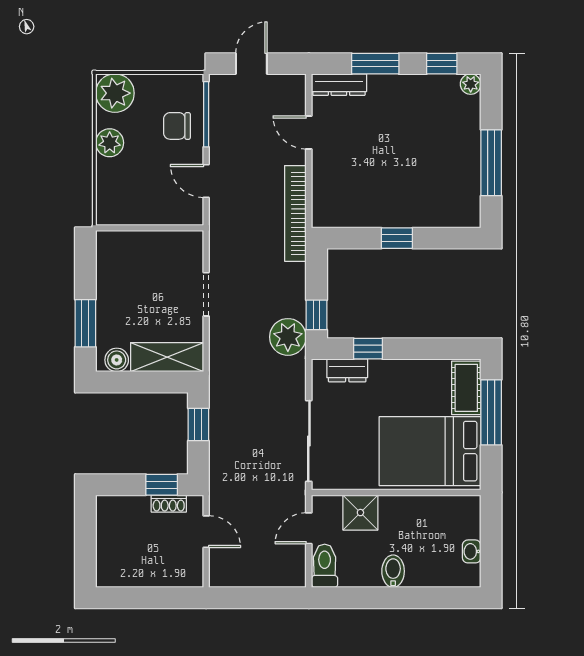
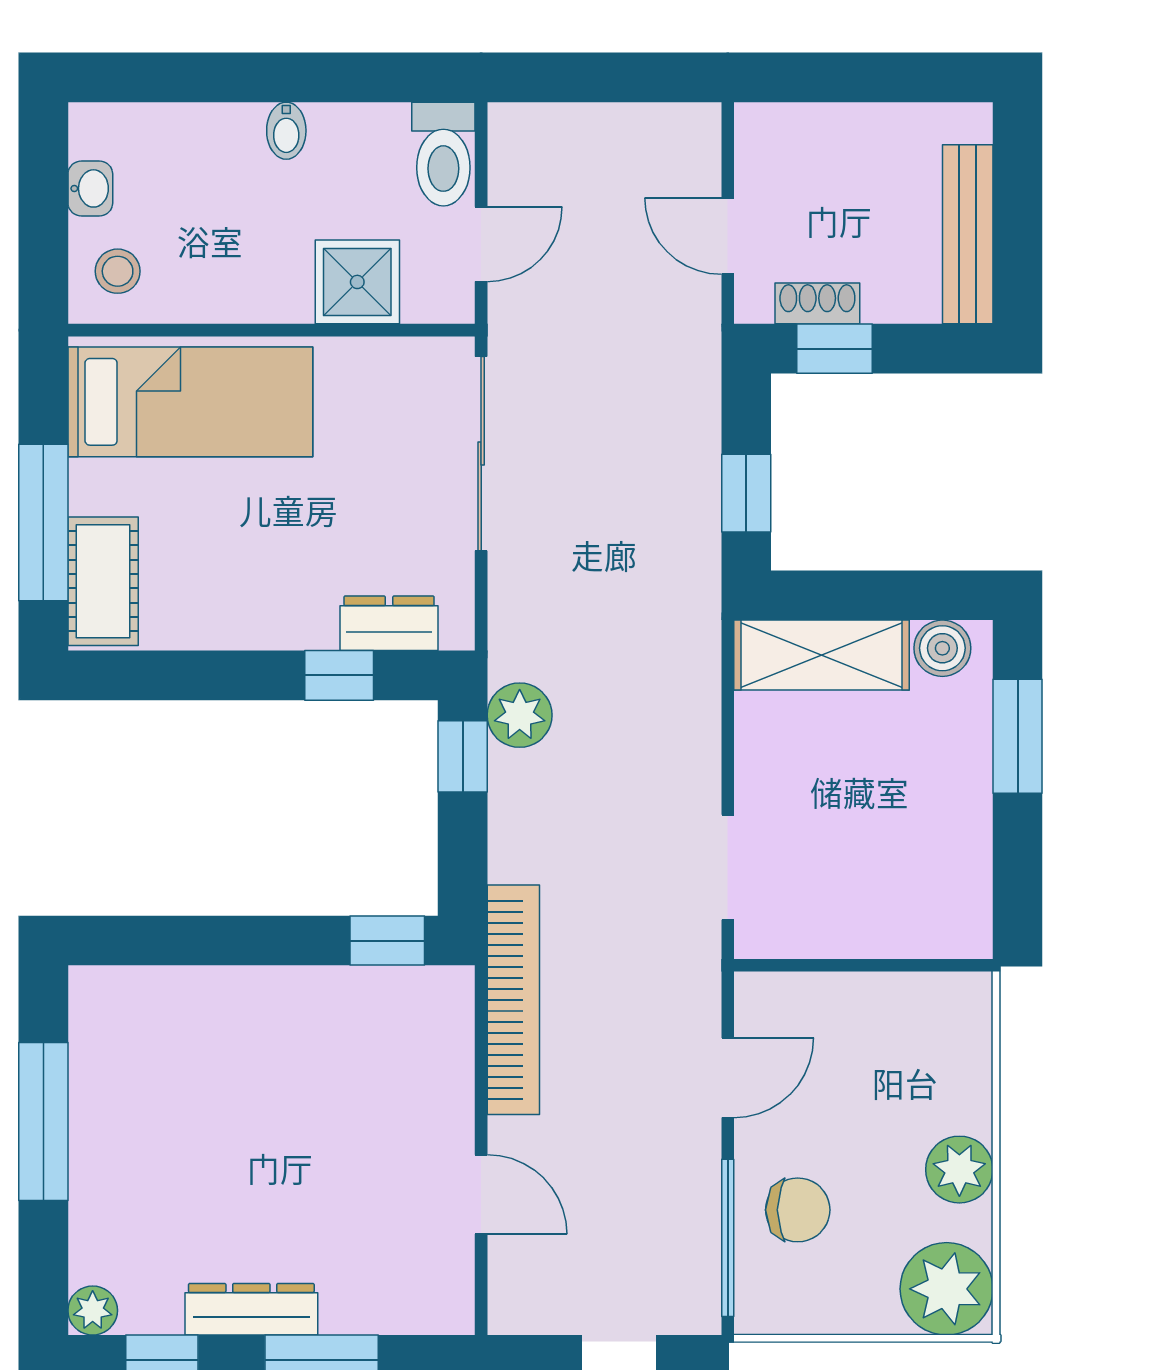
dresser: (339, 85) -> (251, 1309), moved
door: (206, 181) -> (728, 1078), hinge flipped
window: (397, 238) -> (387, 941), moved
doorway: (206, 294) -> (728, 867), moved
plant: (288, 337) -> (520, 715), width x0.73, depth x0.73
bed: (430, 451) -> (190, 402), width x0.67
stool: (460, 517) -> (118, 271), added
bench: (106, 532) -> (968, 234), added
bidet: (393, 571) -> (286, 131), width x0.72, depth x0.74

